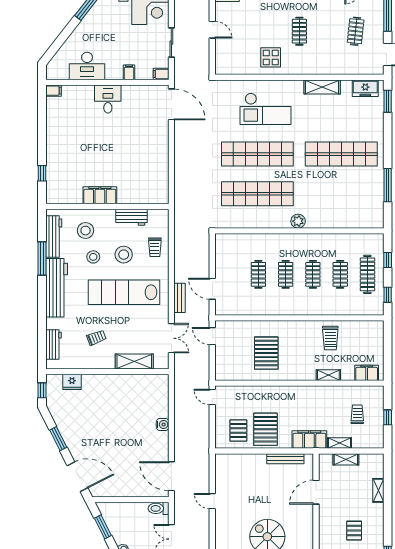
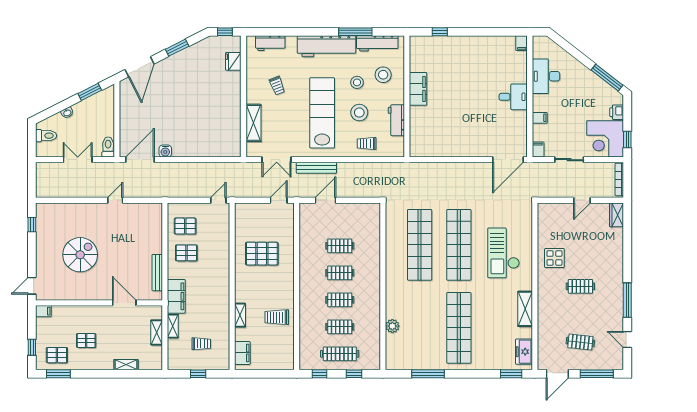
plant: (298, 221) -> (392, 326), moved
bench: (180, 298) -> (316, 168), width x1.36
water cooler: (163, 424) -> (165, 151), moved
pallet: (265, 429) -> (186, 253), width x0.67, depth x0.71

